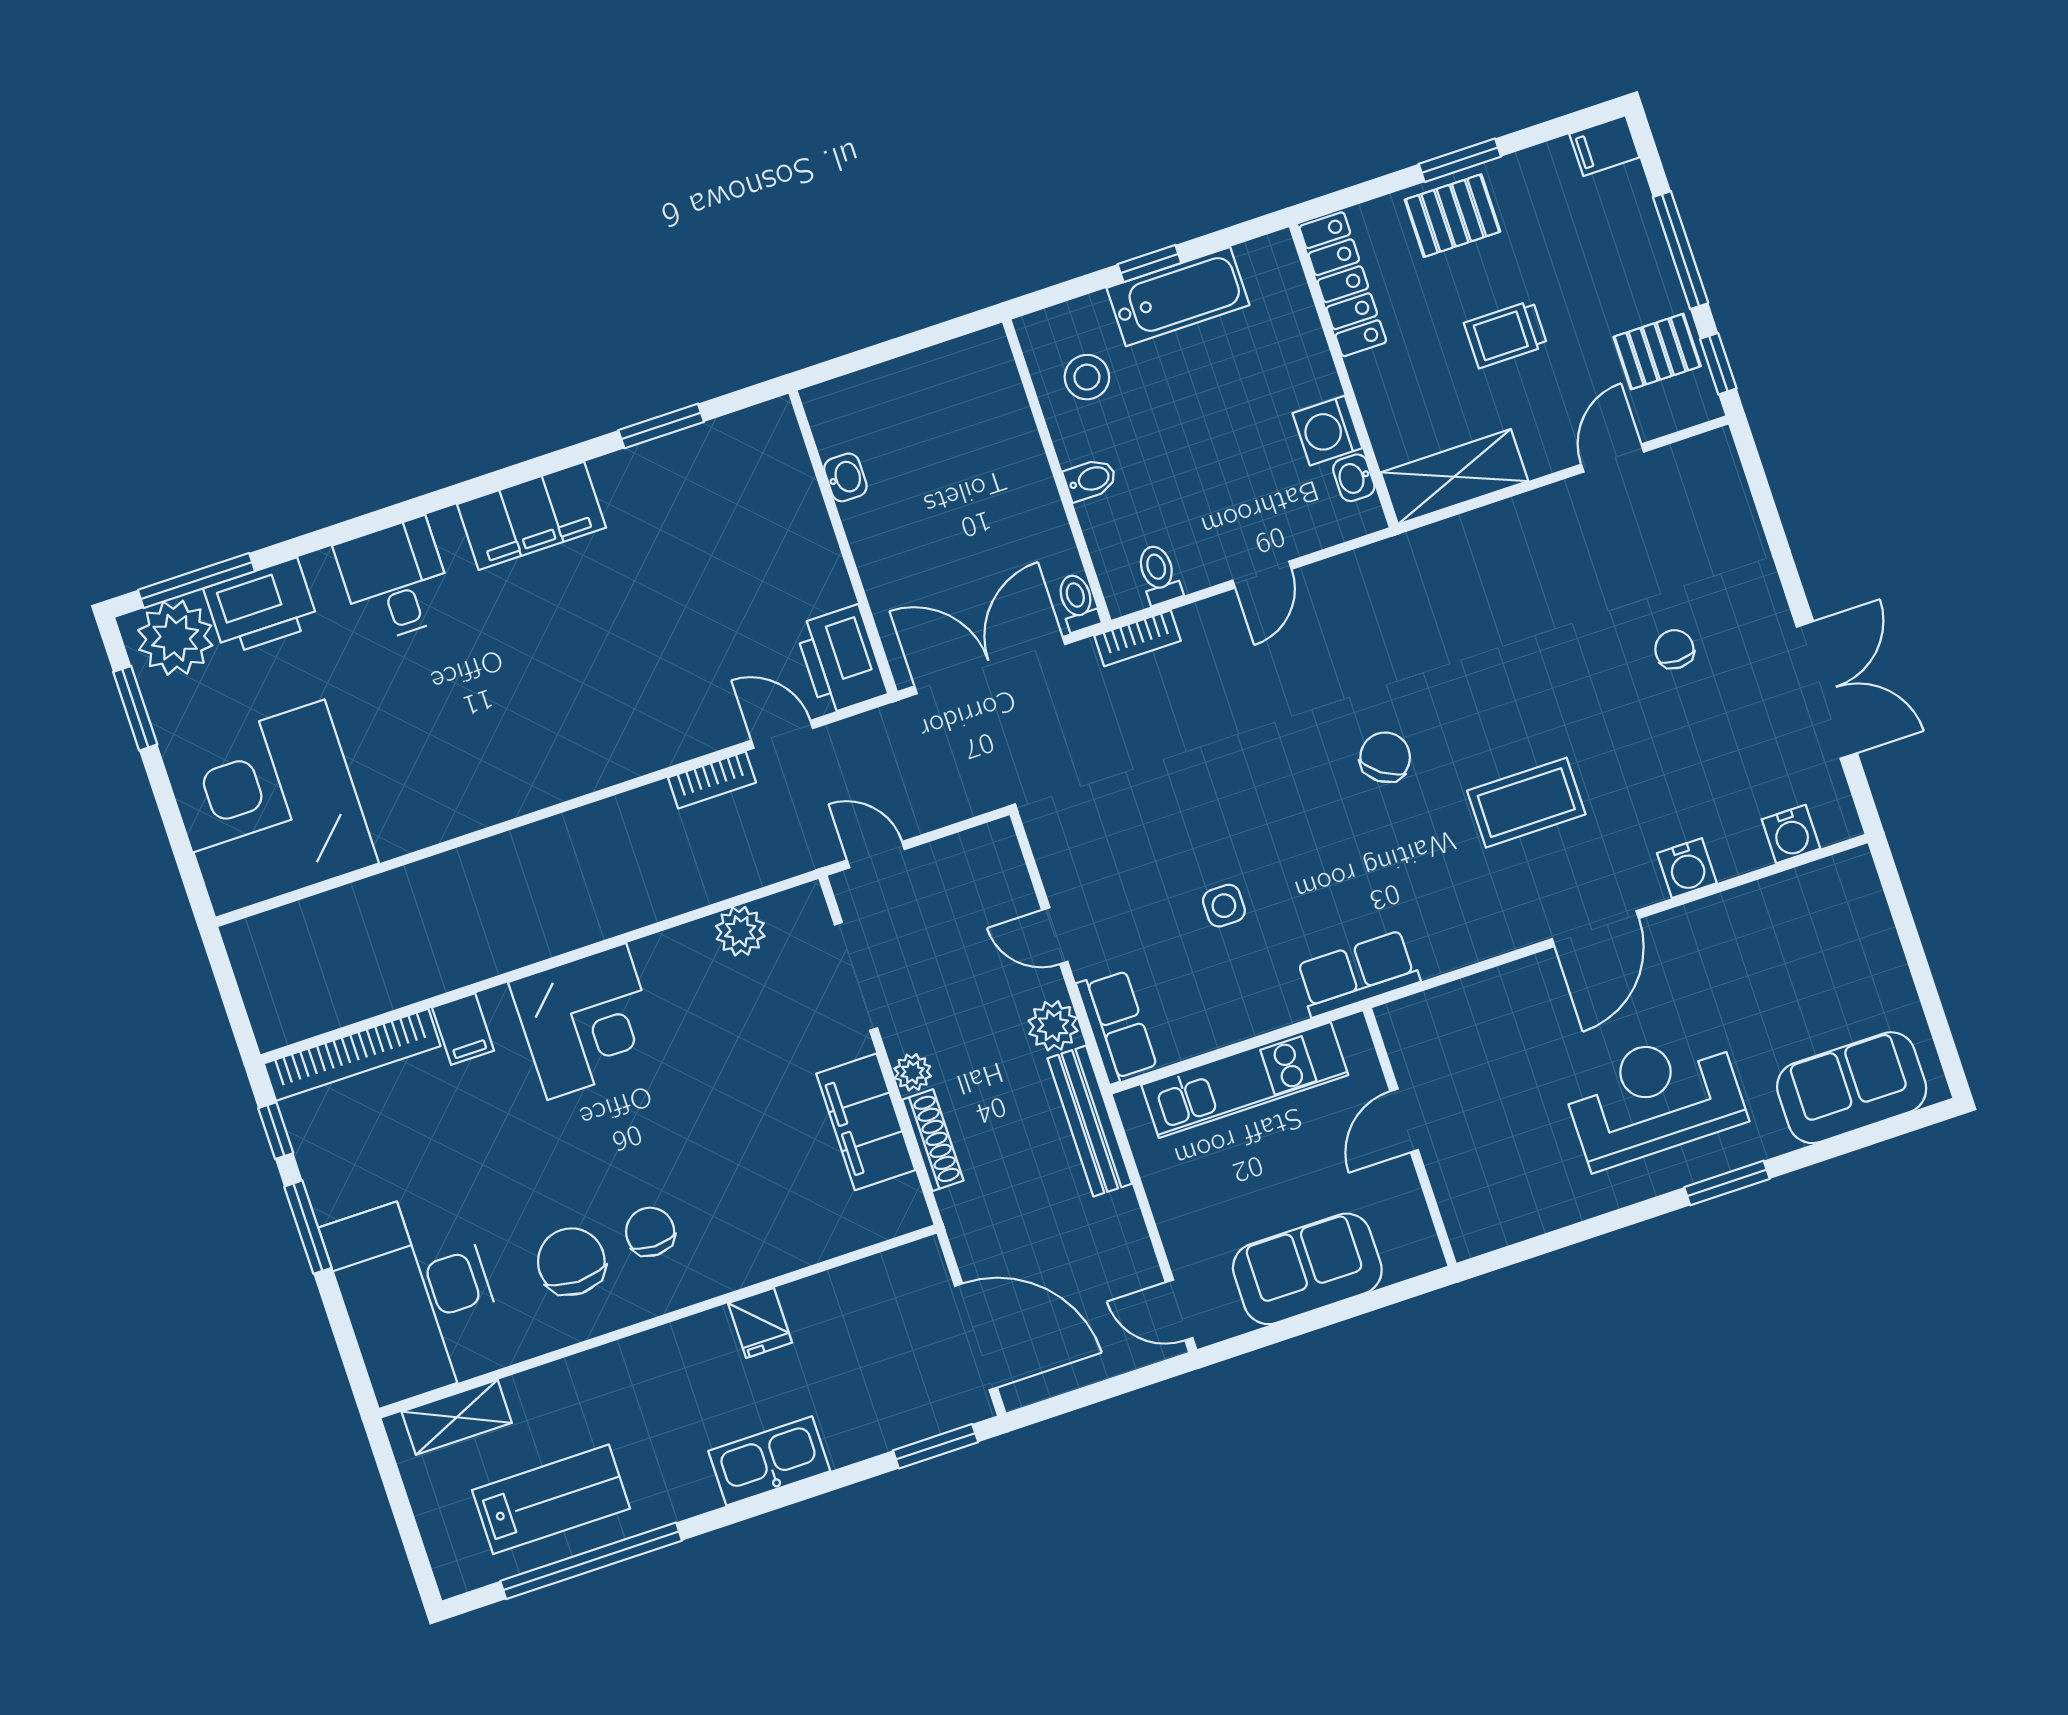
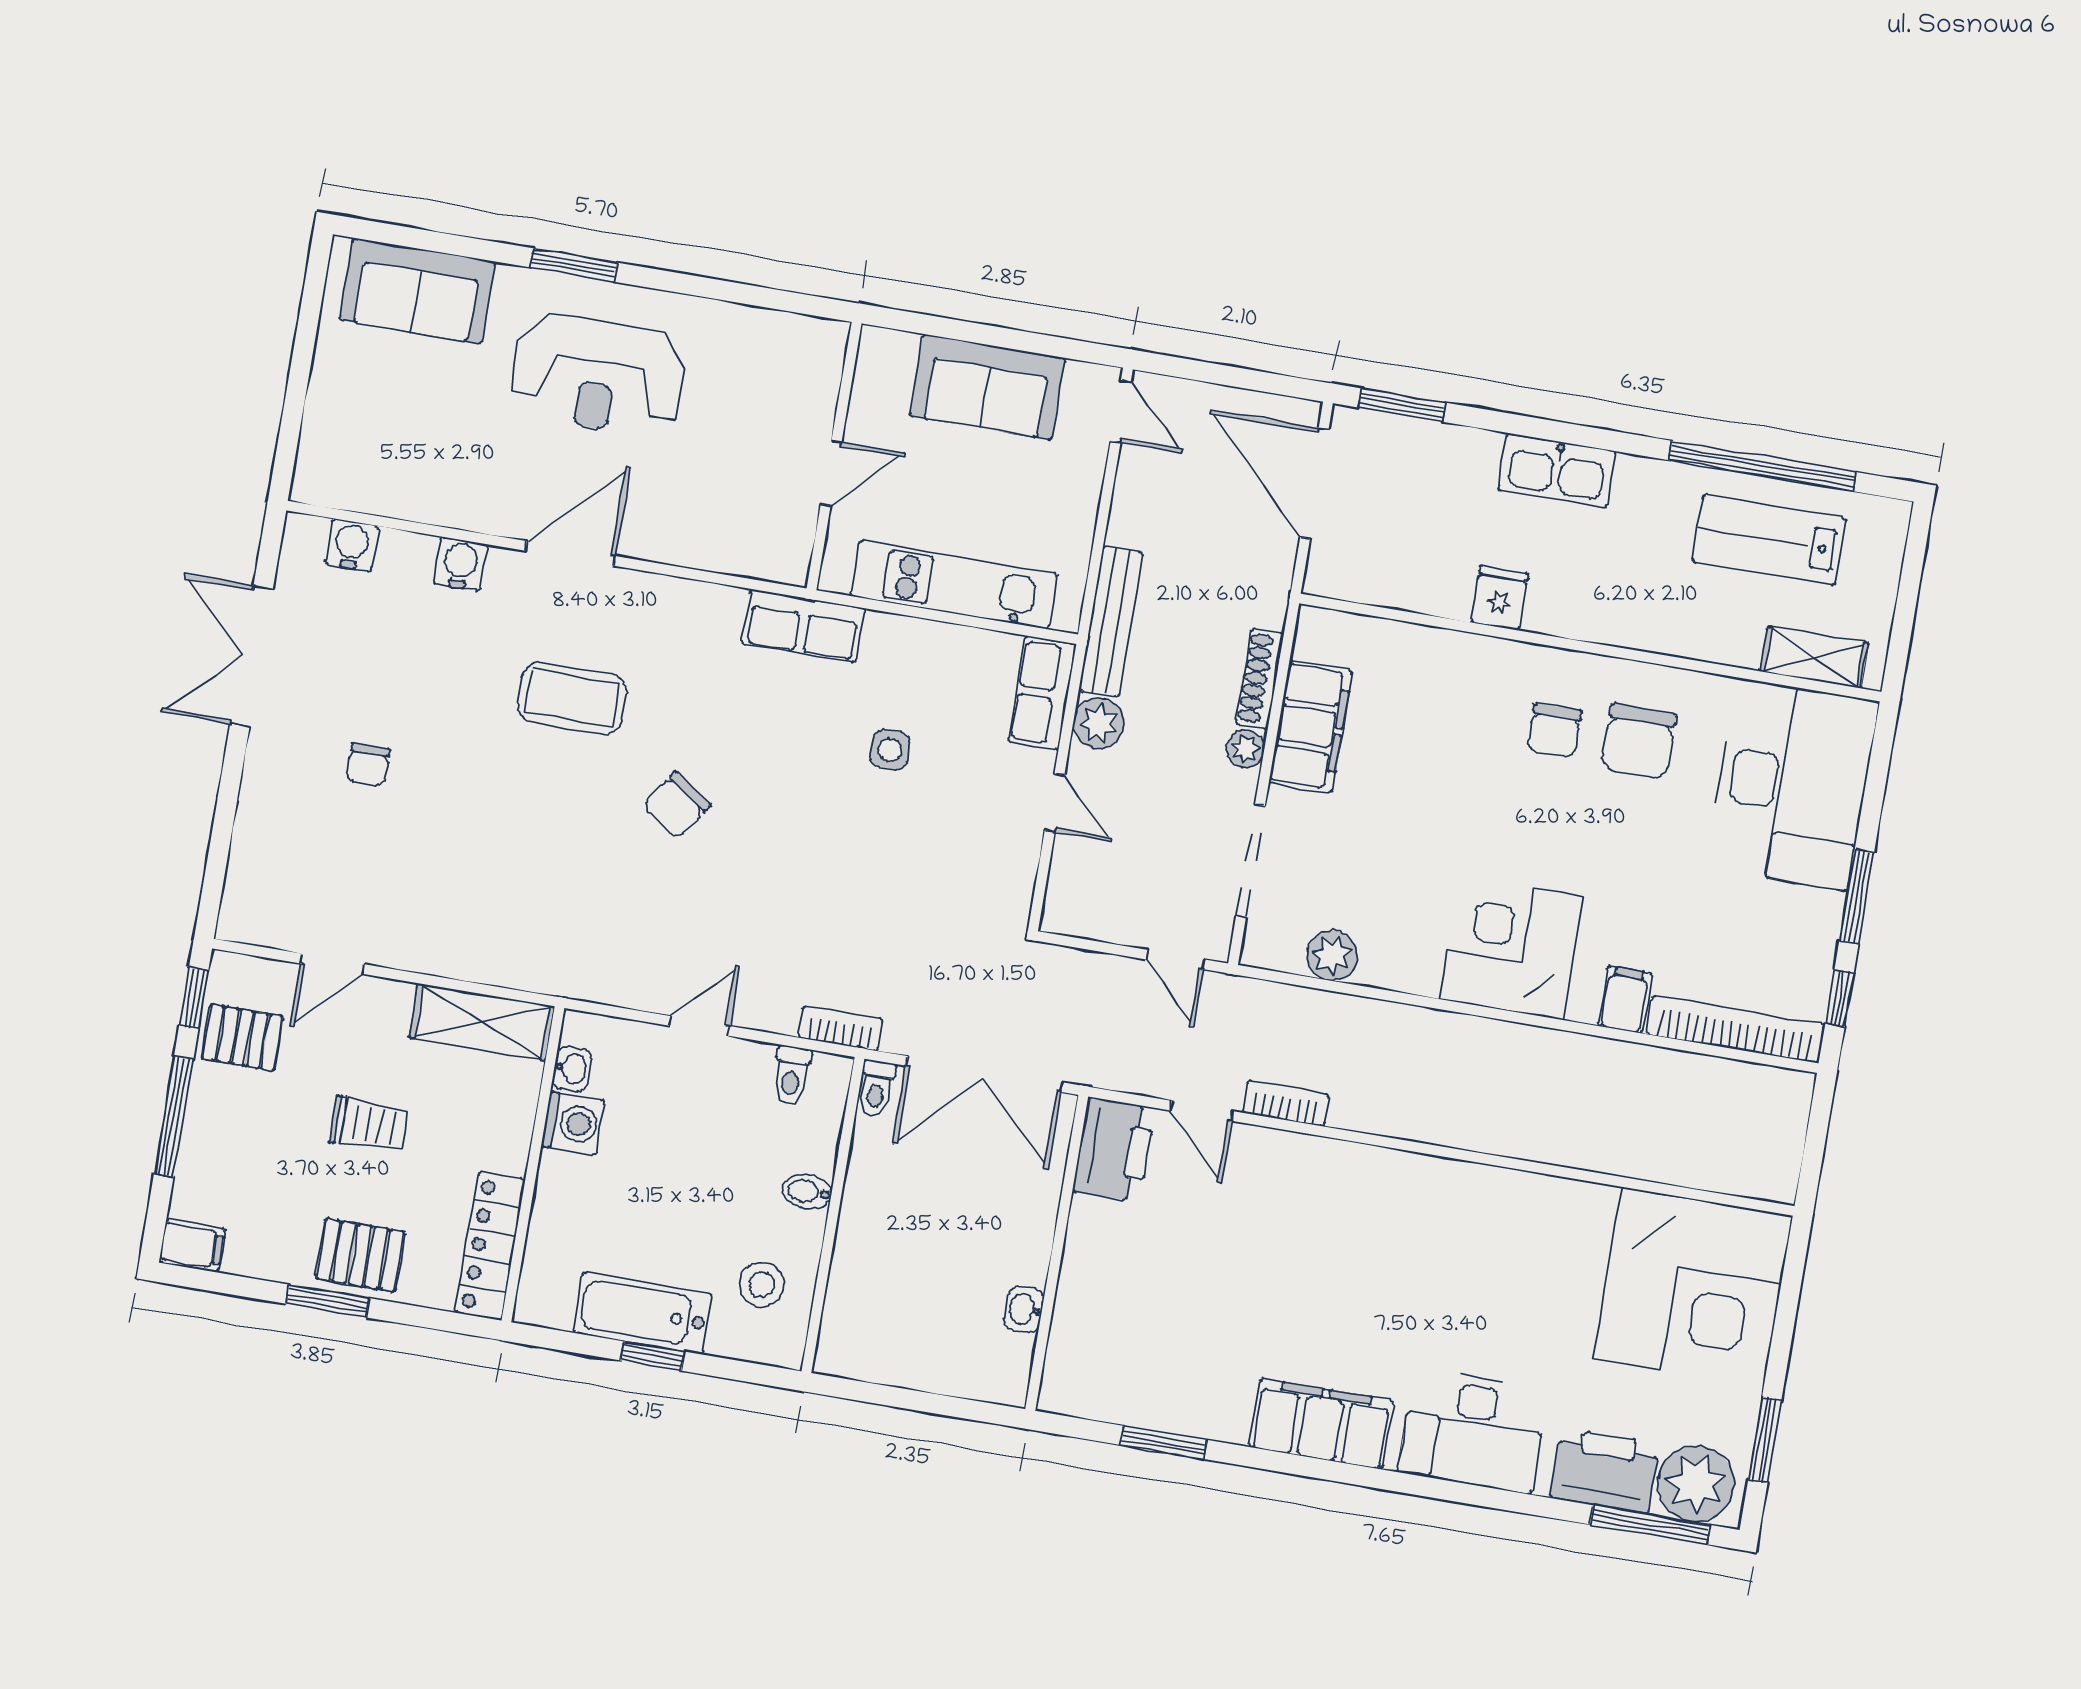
desk: (395, 580) -> (1473, 1431), width x1.37

